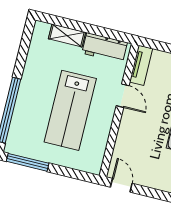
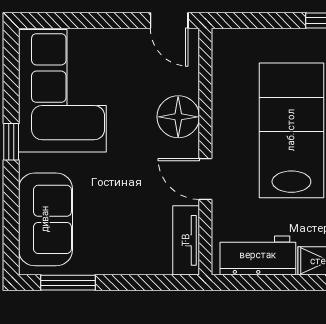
floor lamp: (129, 133) -> (178, 117), added

